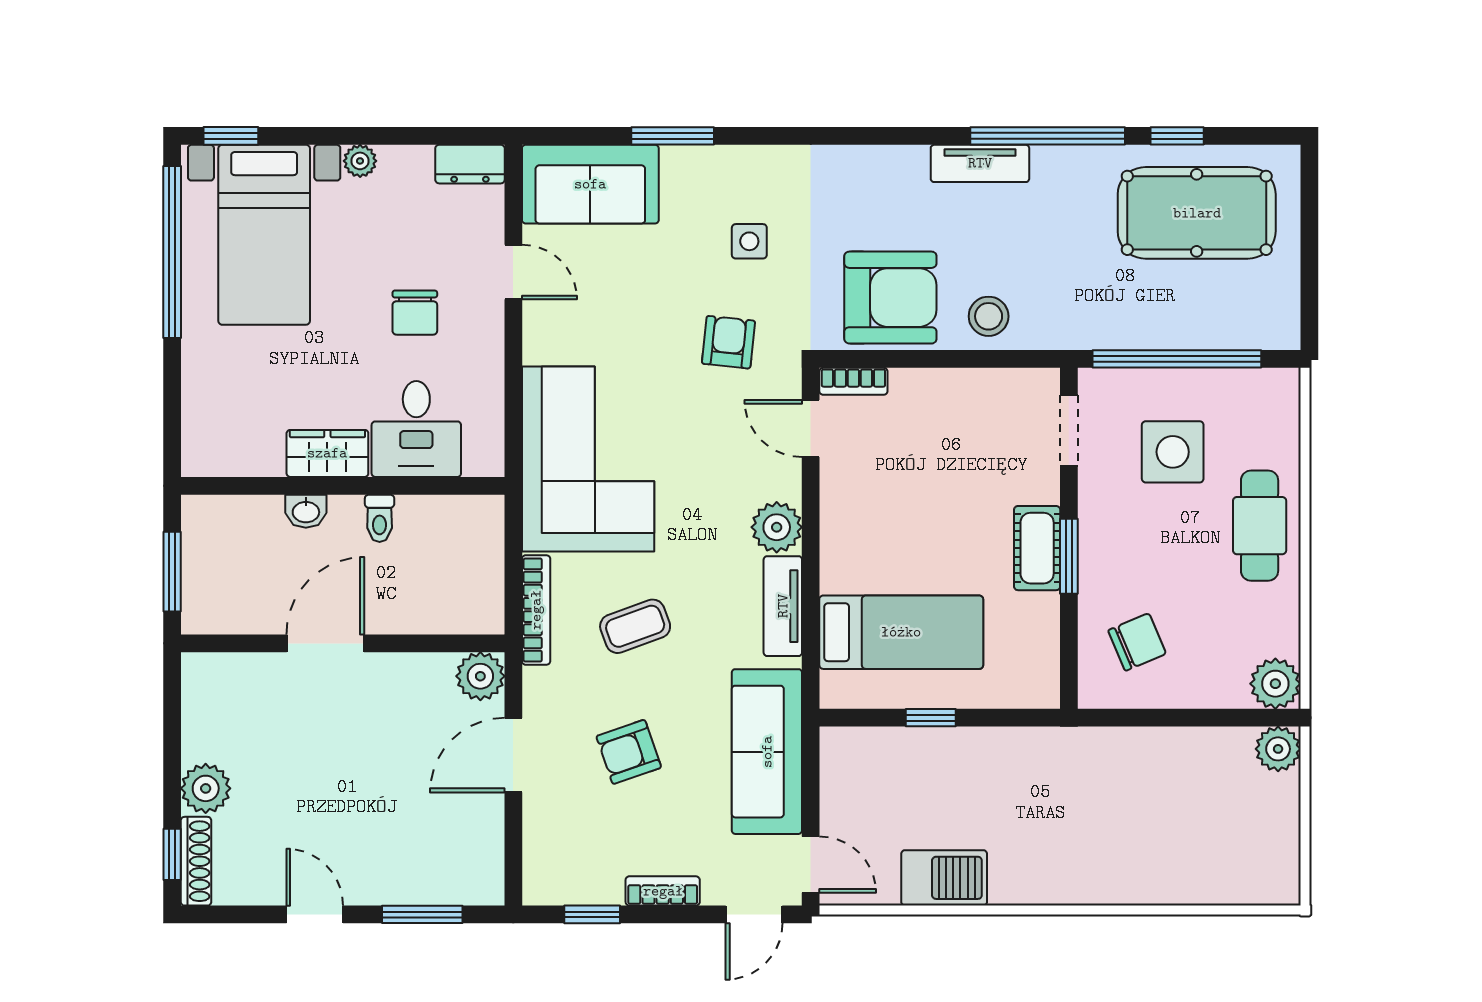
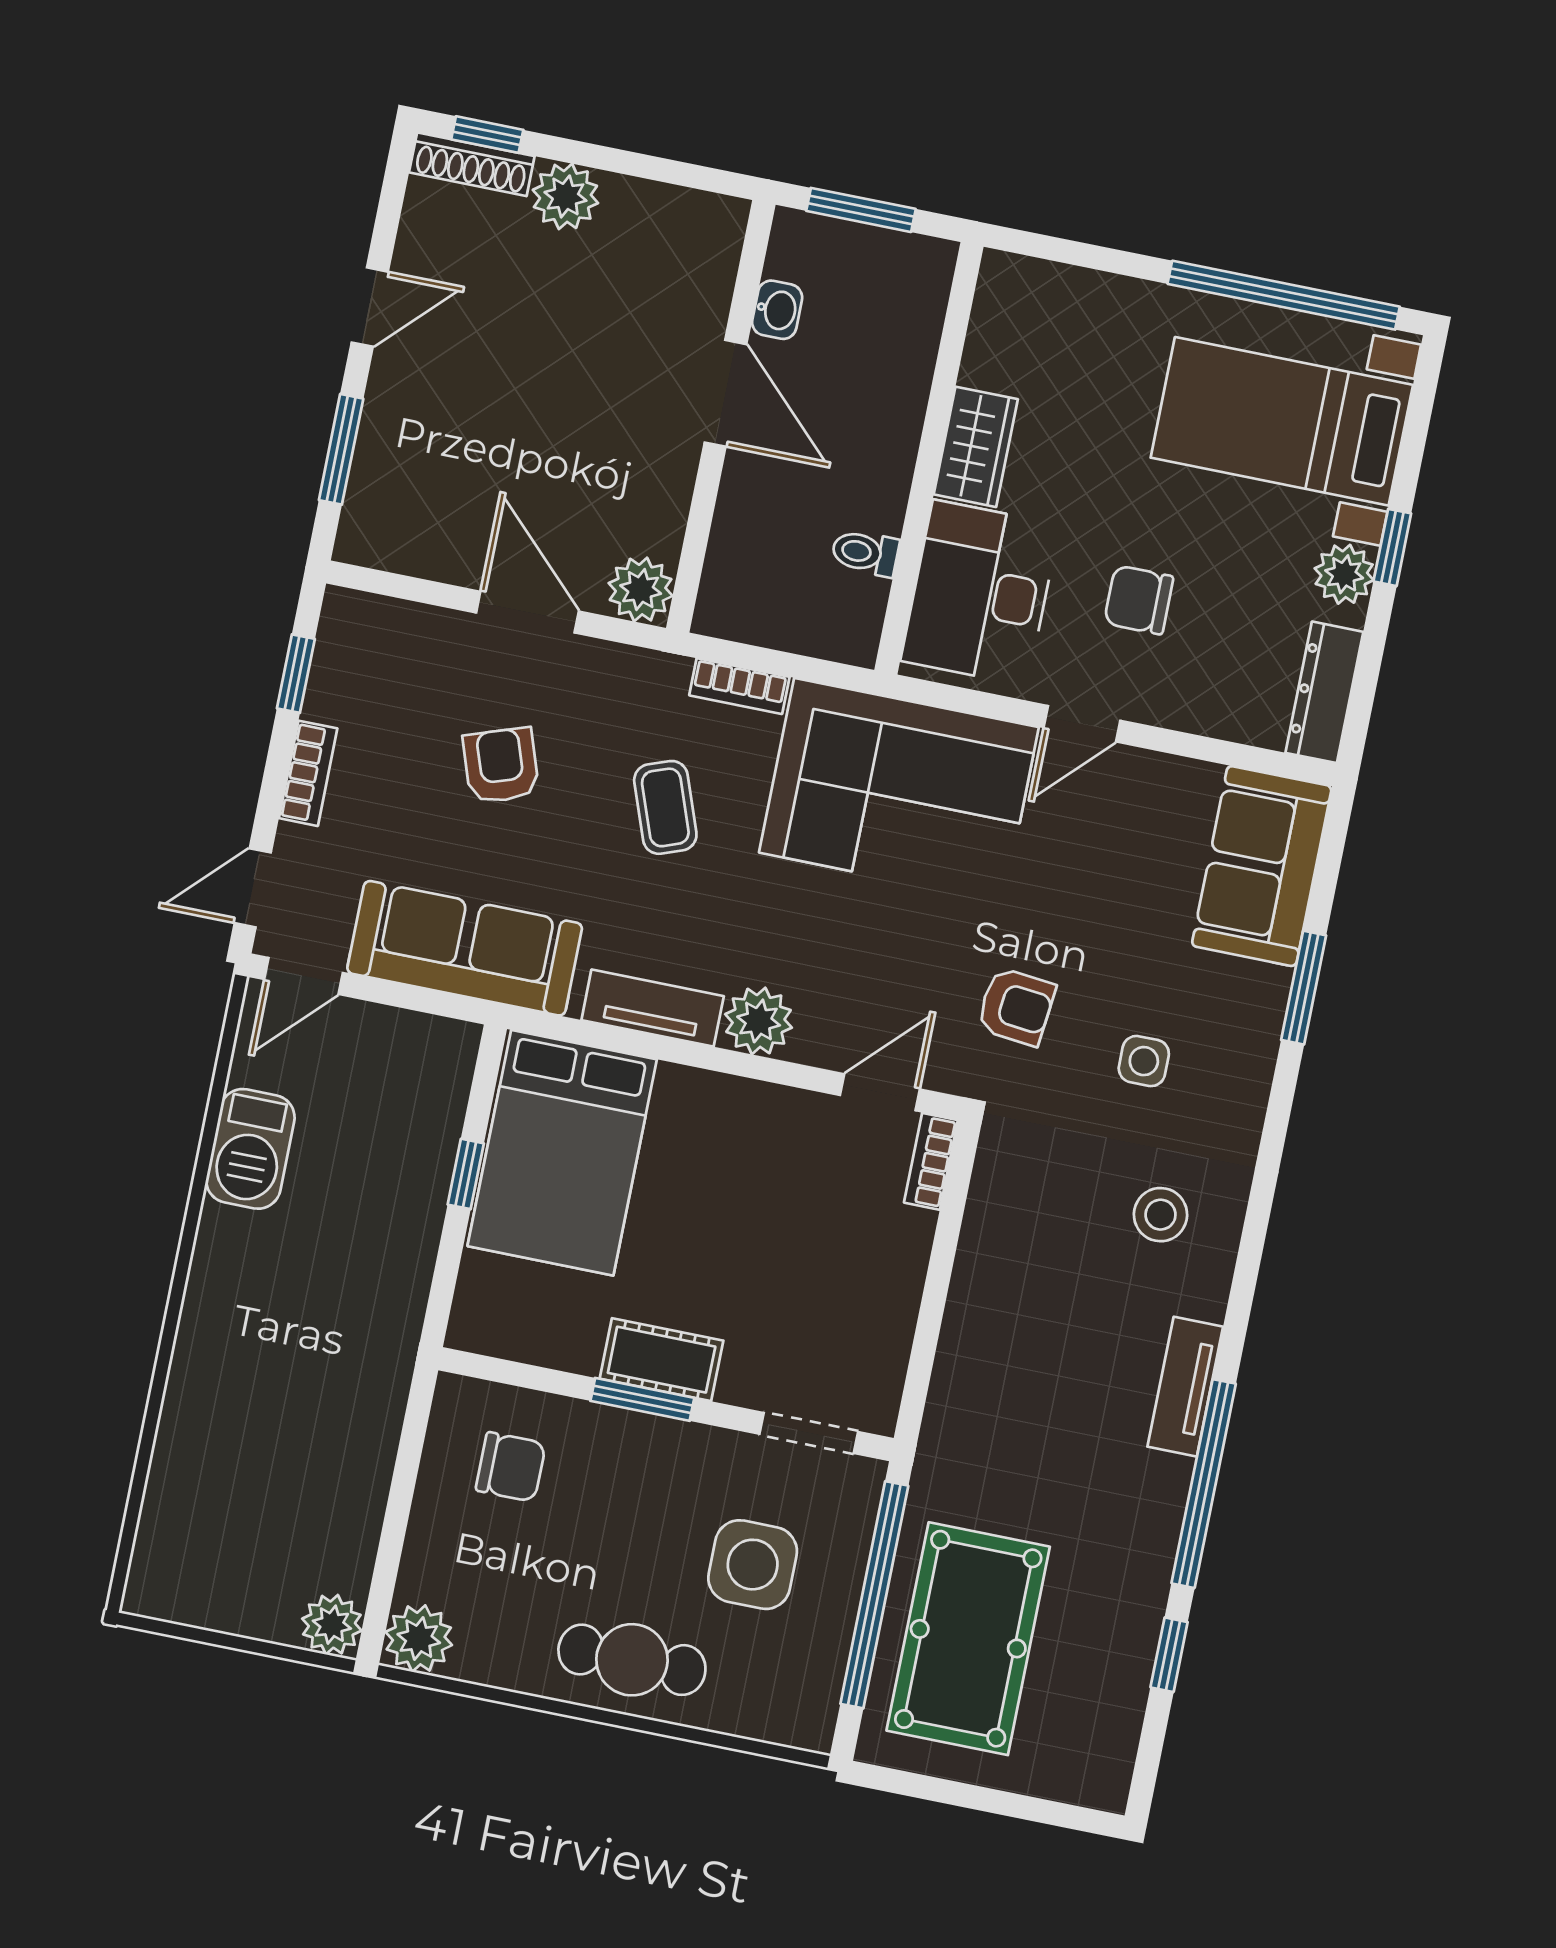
window: (231, 136) -> (1392, 547), moved
plant: (360, 161) -> (1344, 574), width x1.38, depth x1.38
dresser: (470, 164) -> (1324, 692), width x1.44
pool table: (1197, 213) -> (968, 1639), moved
door: (513, 272) -> (1082, 724), moved
armchair: (890, 298) -> (1032, 1233), removed
stool: (989, 316) -> (1161, 1215), moved
desk: (416, 429) -> (980, 593), width x1.37
washbasin: (306, 511) -> (777, 310), moved, turned 180
toilet: (380, 518) -> (865, 553), moved
bookcase: (536, 610) -> (739, 686), width x0.64
bed: (901, 632) -> (562, 1153), width x1.50
chair: (1137, 642) -> (511, 1467), turned -67
door: (754, 914) -> (253, 888), hinge flipped

